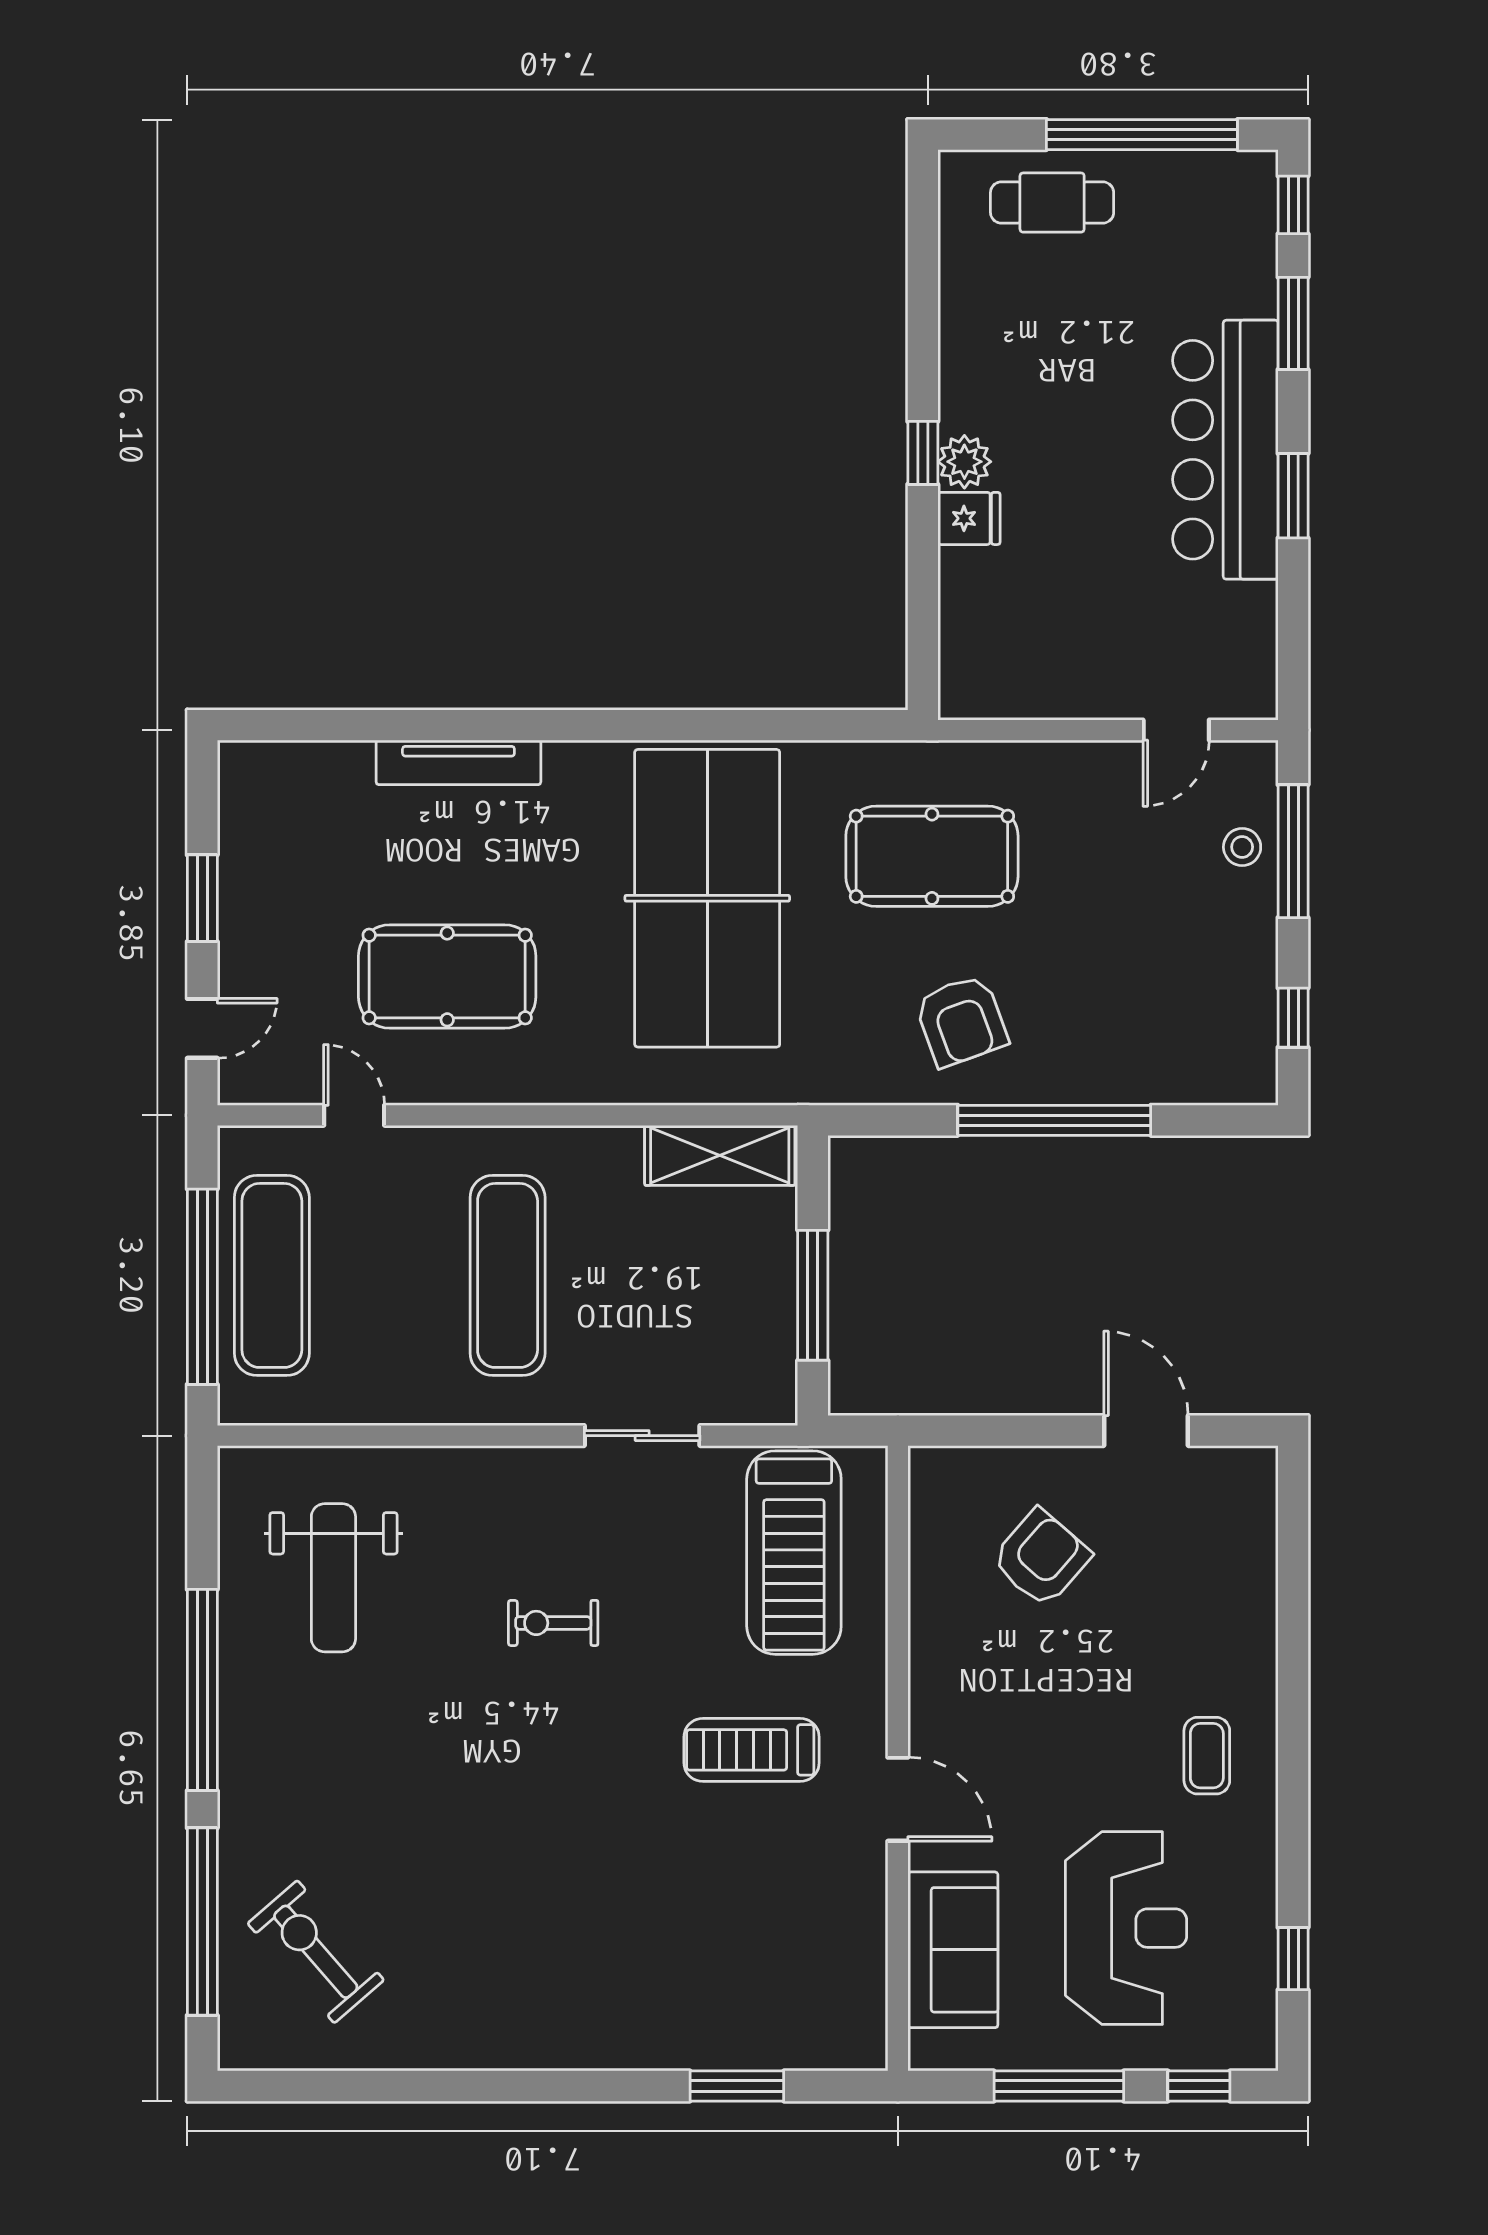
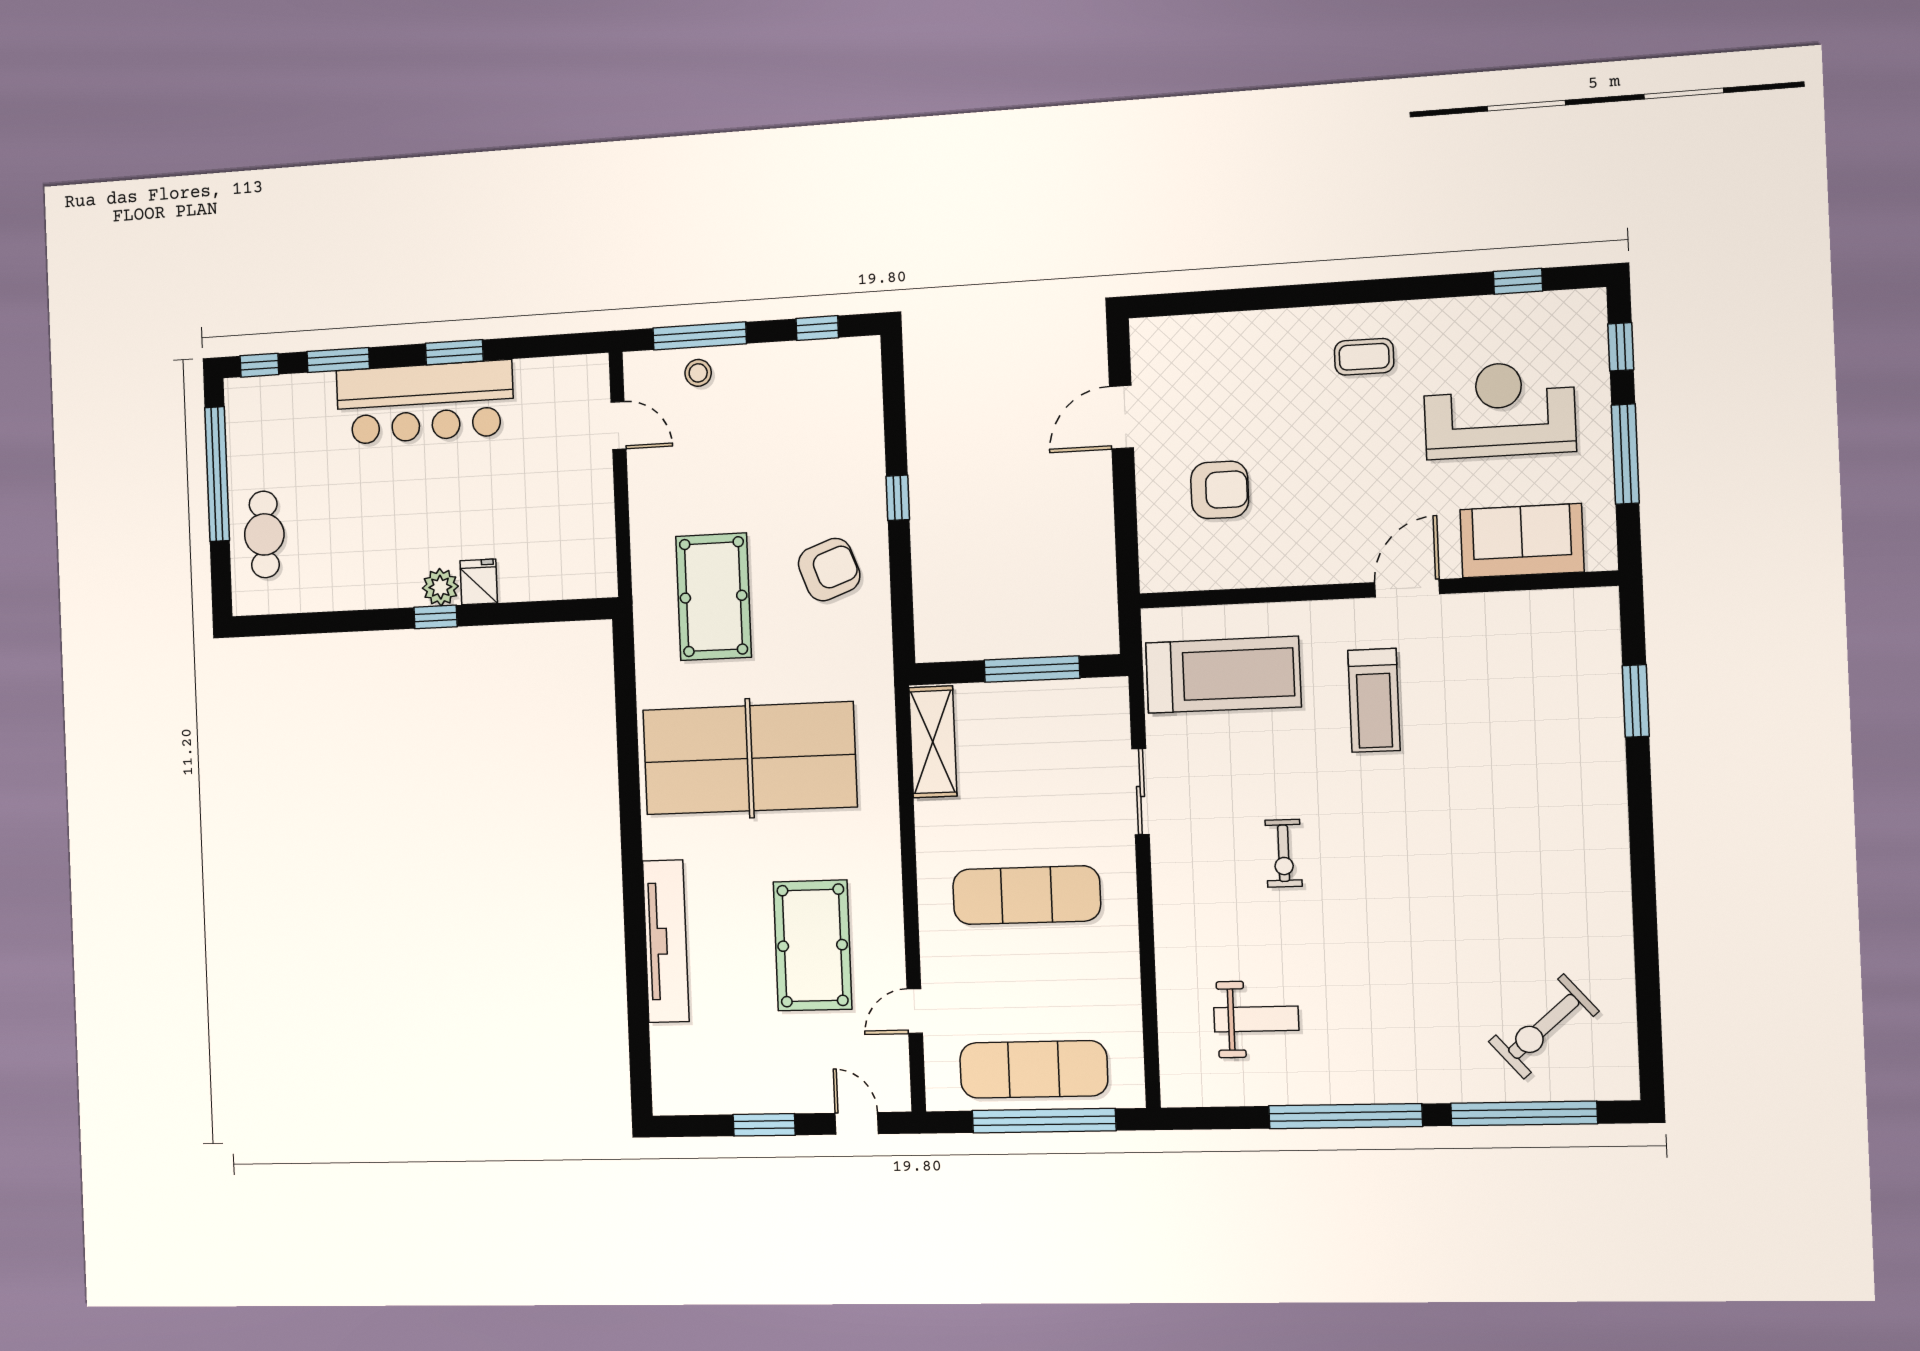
tv unit: (458, 762) -> (666, 941), width x1.36, depth x1.29
window: (1054, 1120) -> (898, 498), width x0.32
armchair: (1041, 1558) -> (1220, 490), turned 139
weight bench: (333, 1578) -> (1256, 1019), width x0.73, depth x0.75

